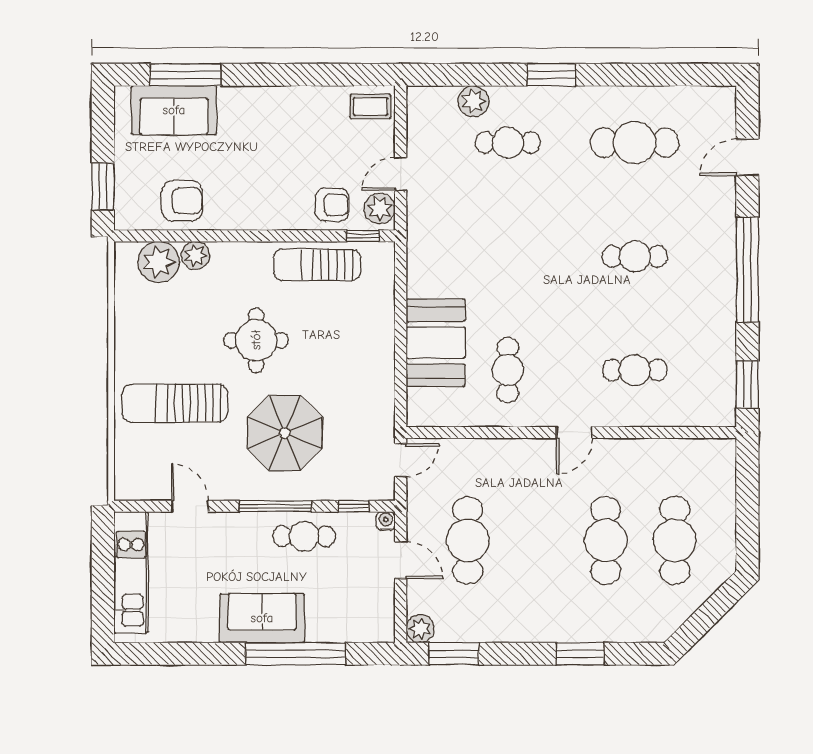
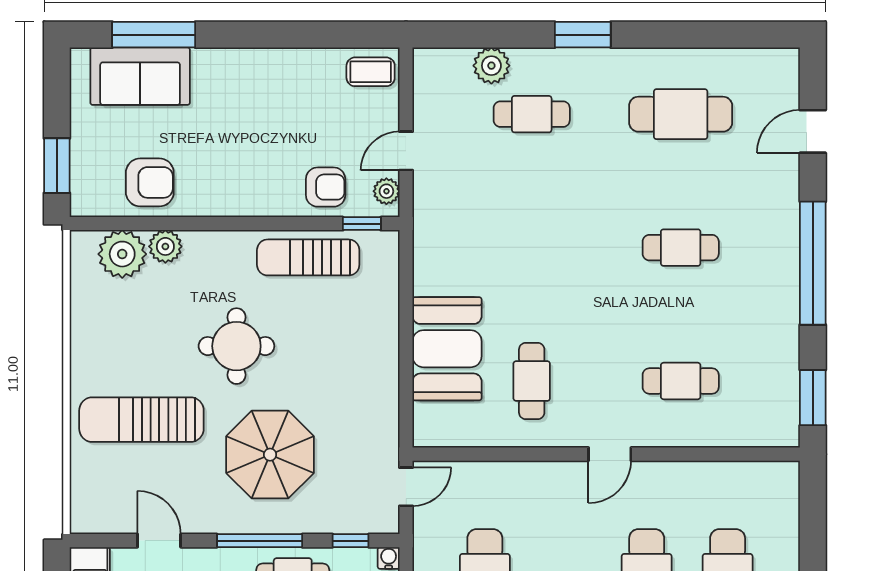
plant: (380, 208) -> (386, 191), width x0.73, depth x0.73

